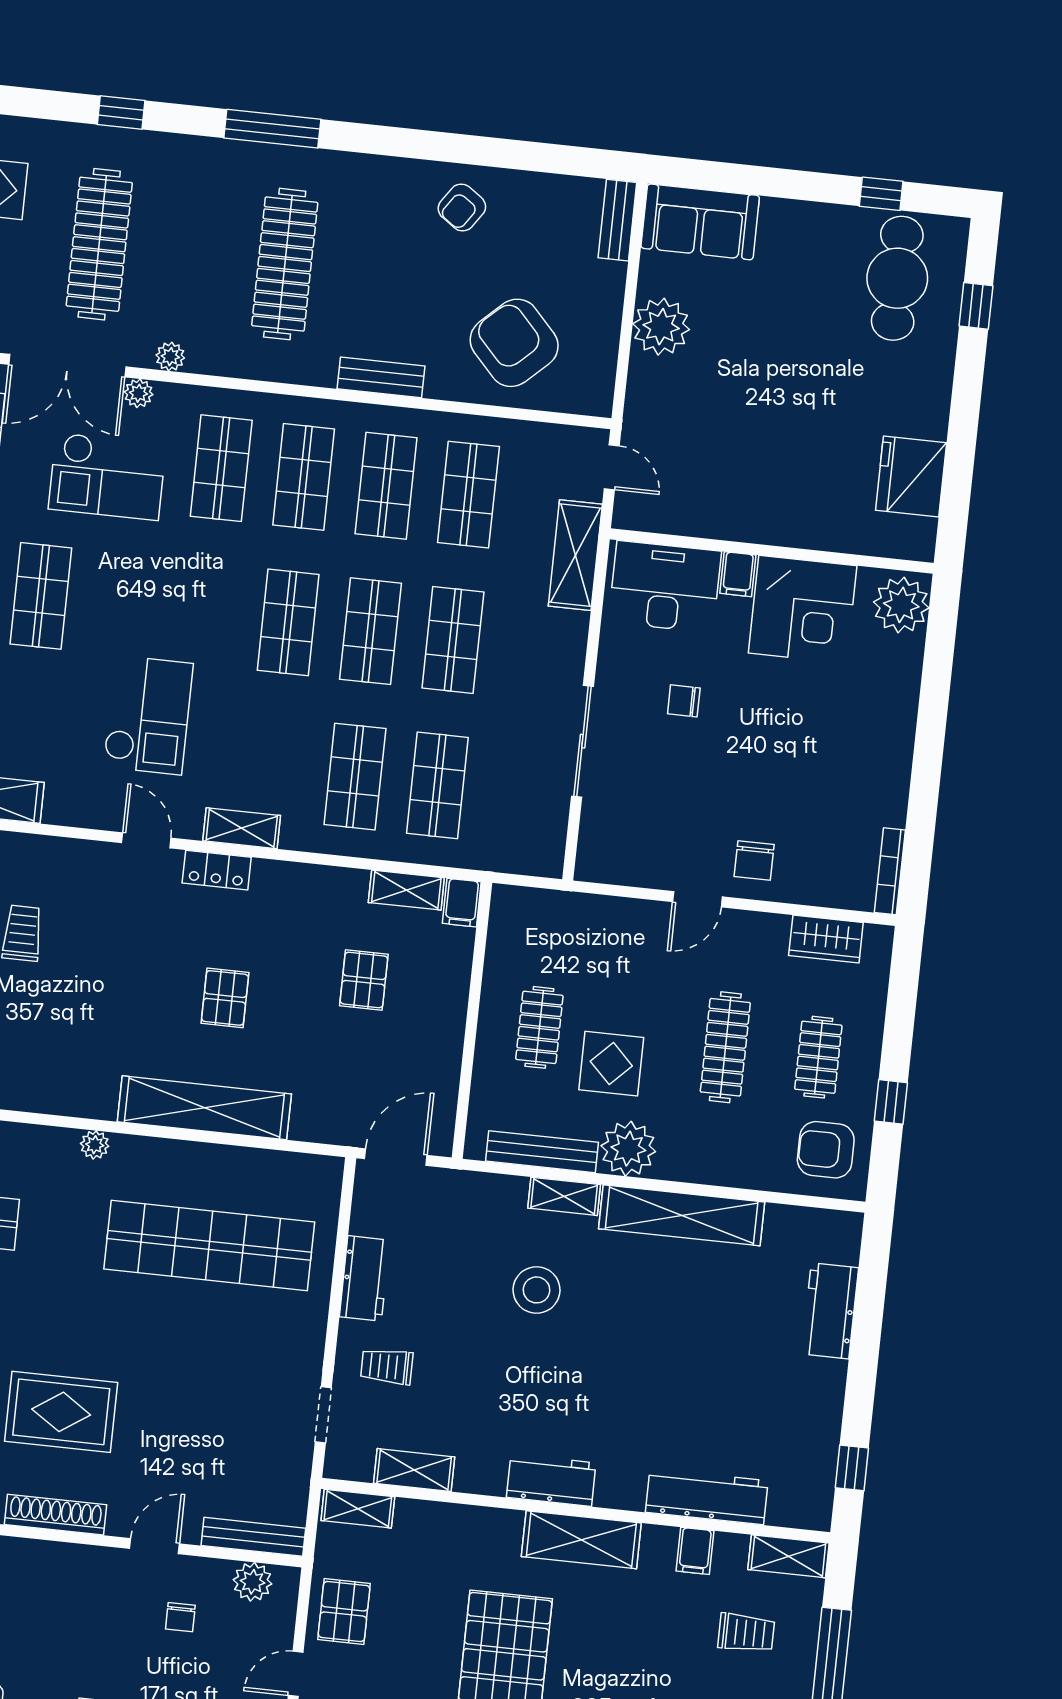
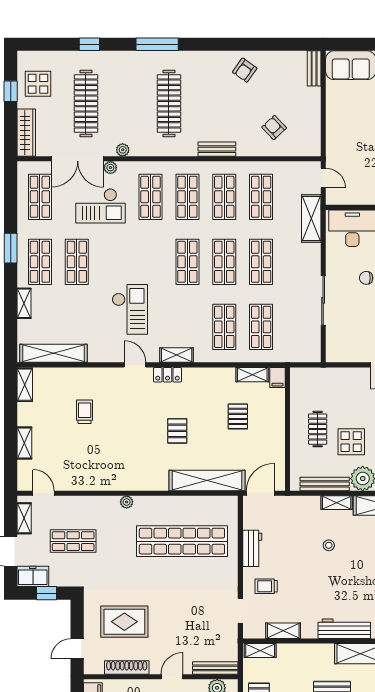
plant: (661, 327) -> (338, 113), removed
armchair: (514, 343) -> (274, 128), width x0.53, depth x0.53
shelving: (204, 1108) -> (207, 480), moved
stool: (537, 1290) -> (329, 545), width x0.53, depth x0.53
workbench: (551, 1480) -> (344, 629), width x1.38

